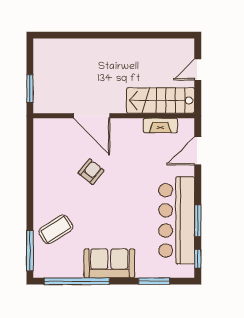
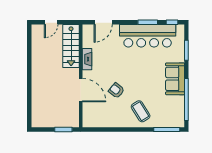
door: (198, 69) -> (51, 22), hinge flipped
door: (92, 116) -> (81, 90), hinge flipped
fireplace: (160, 125) -> (87, 59), moved
door: (198, 151) -> (103, 22), hinge flipped
coffee table: (56, 229) -> (141, 111), moved

